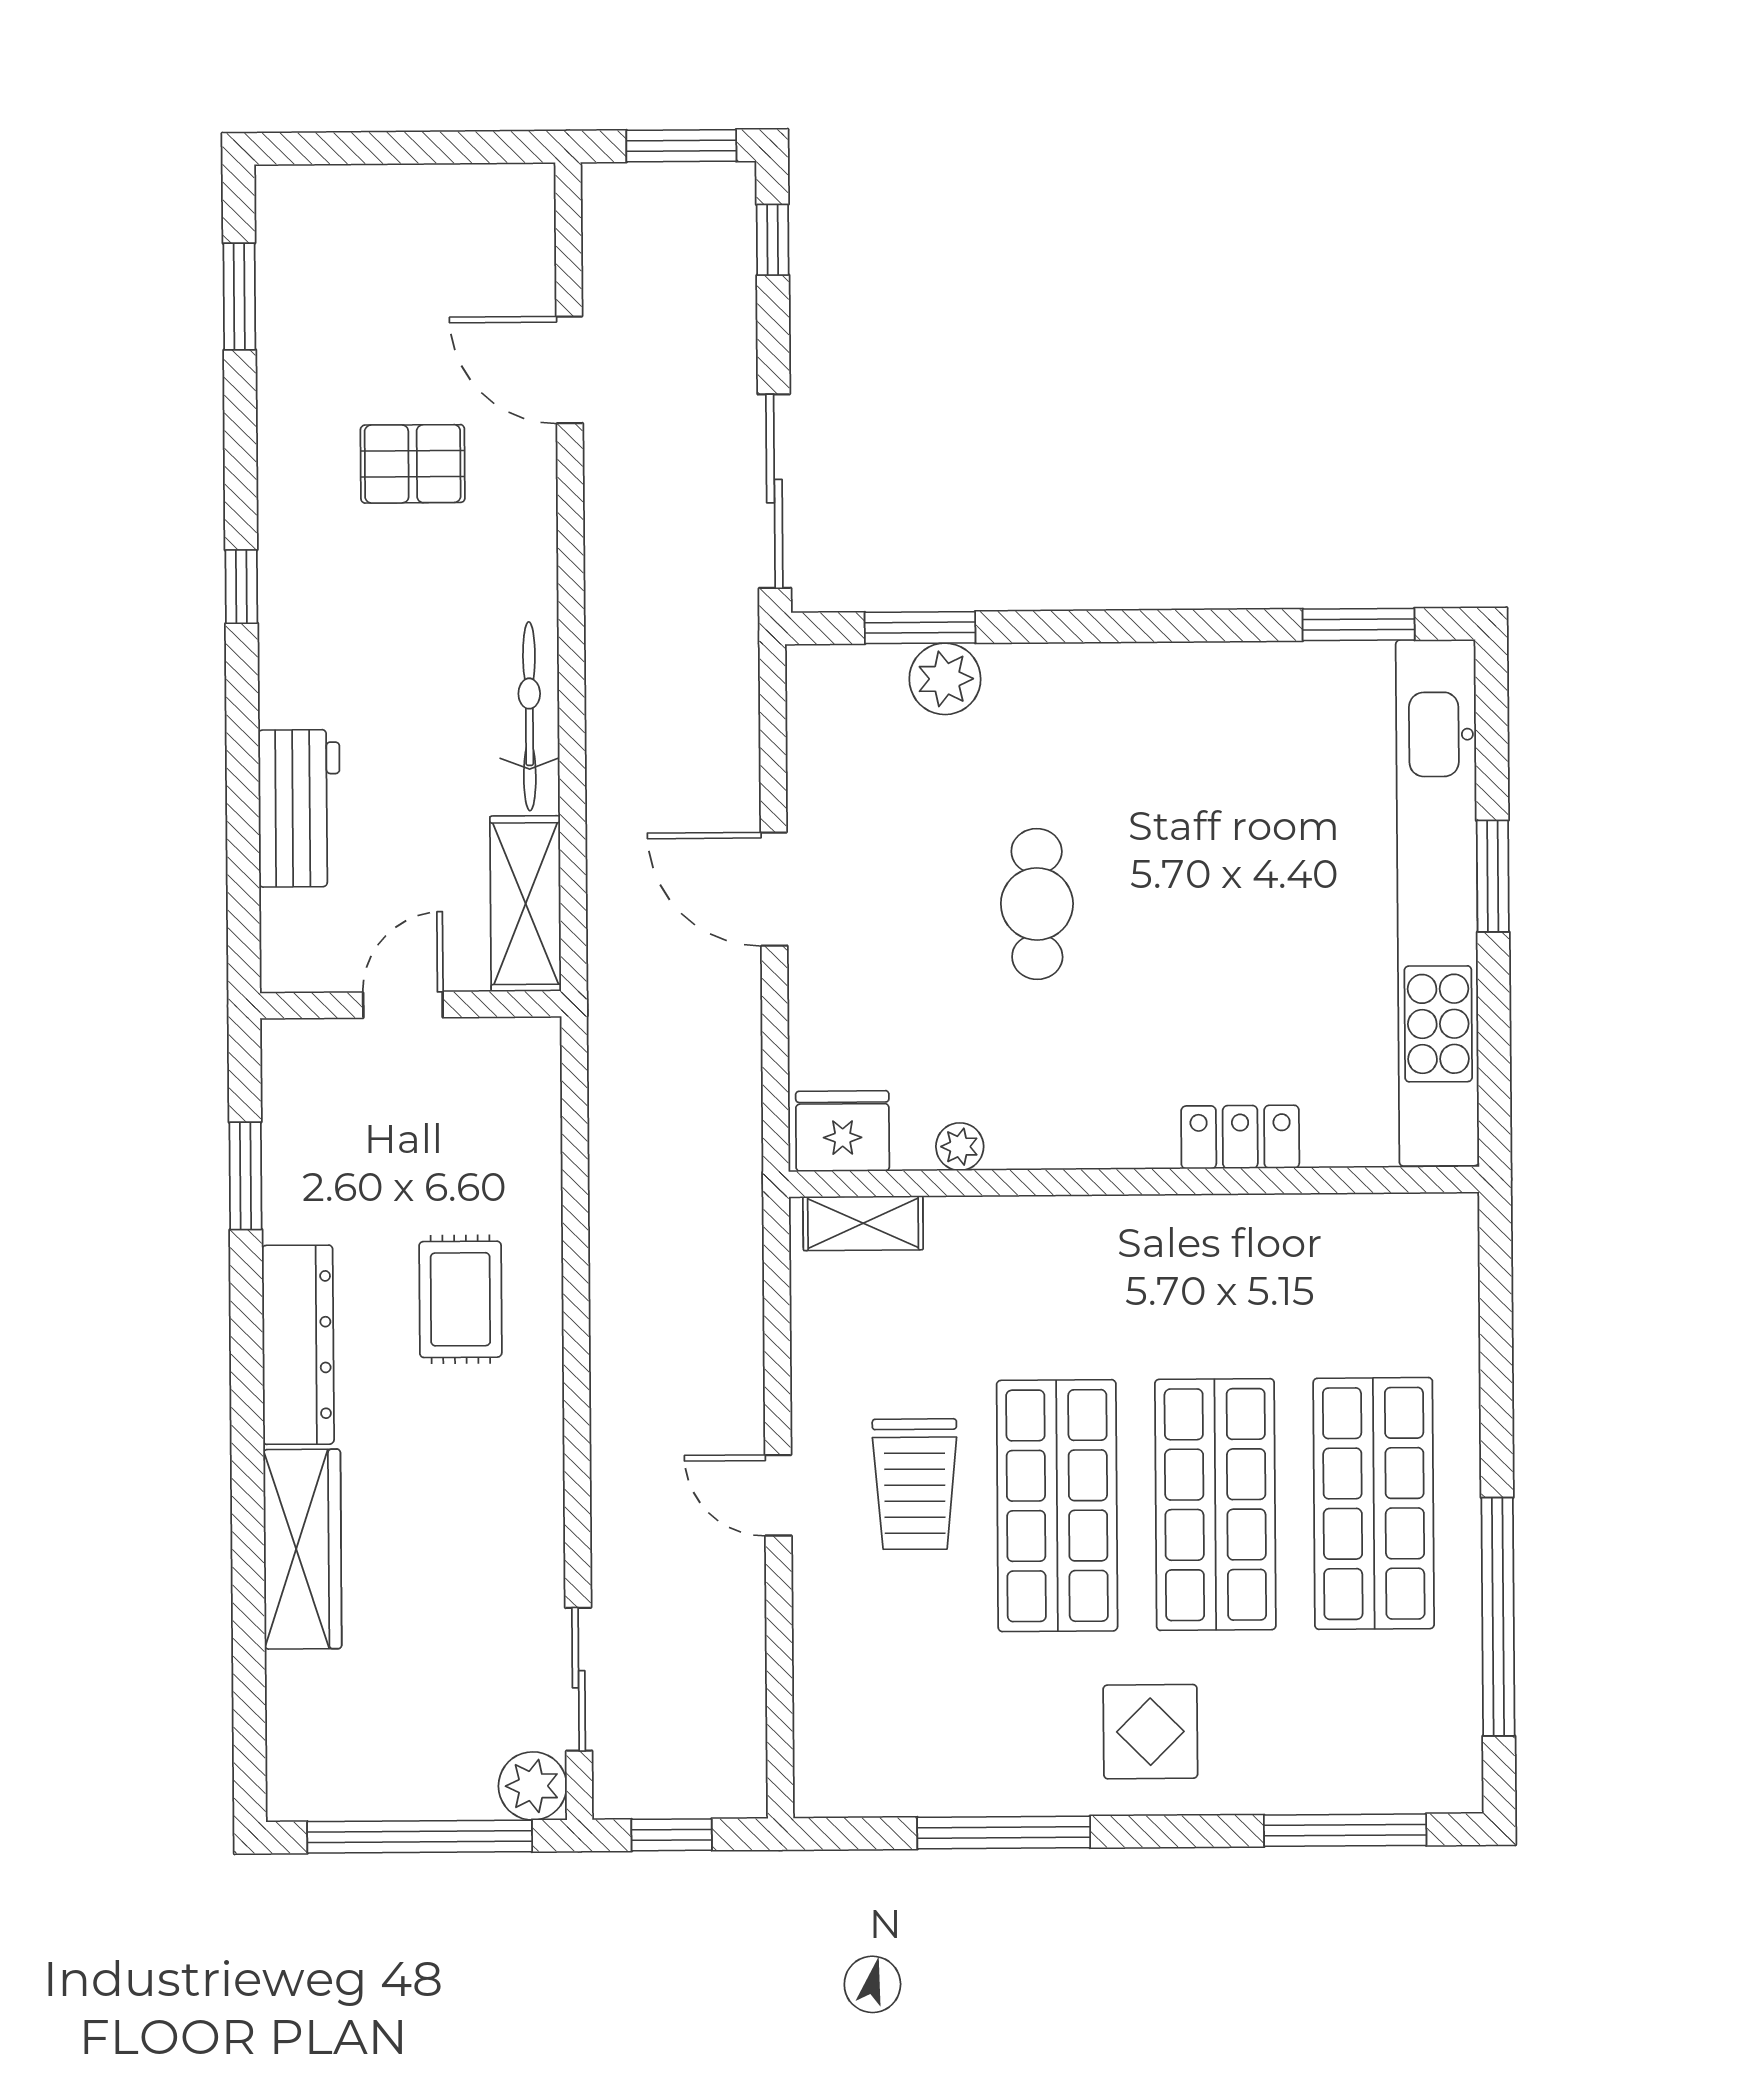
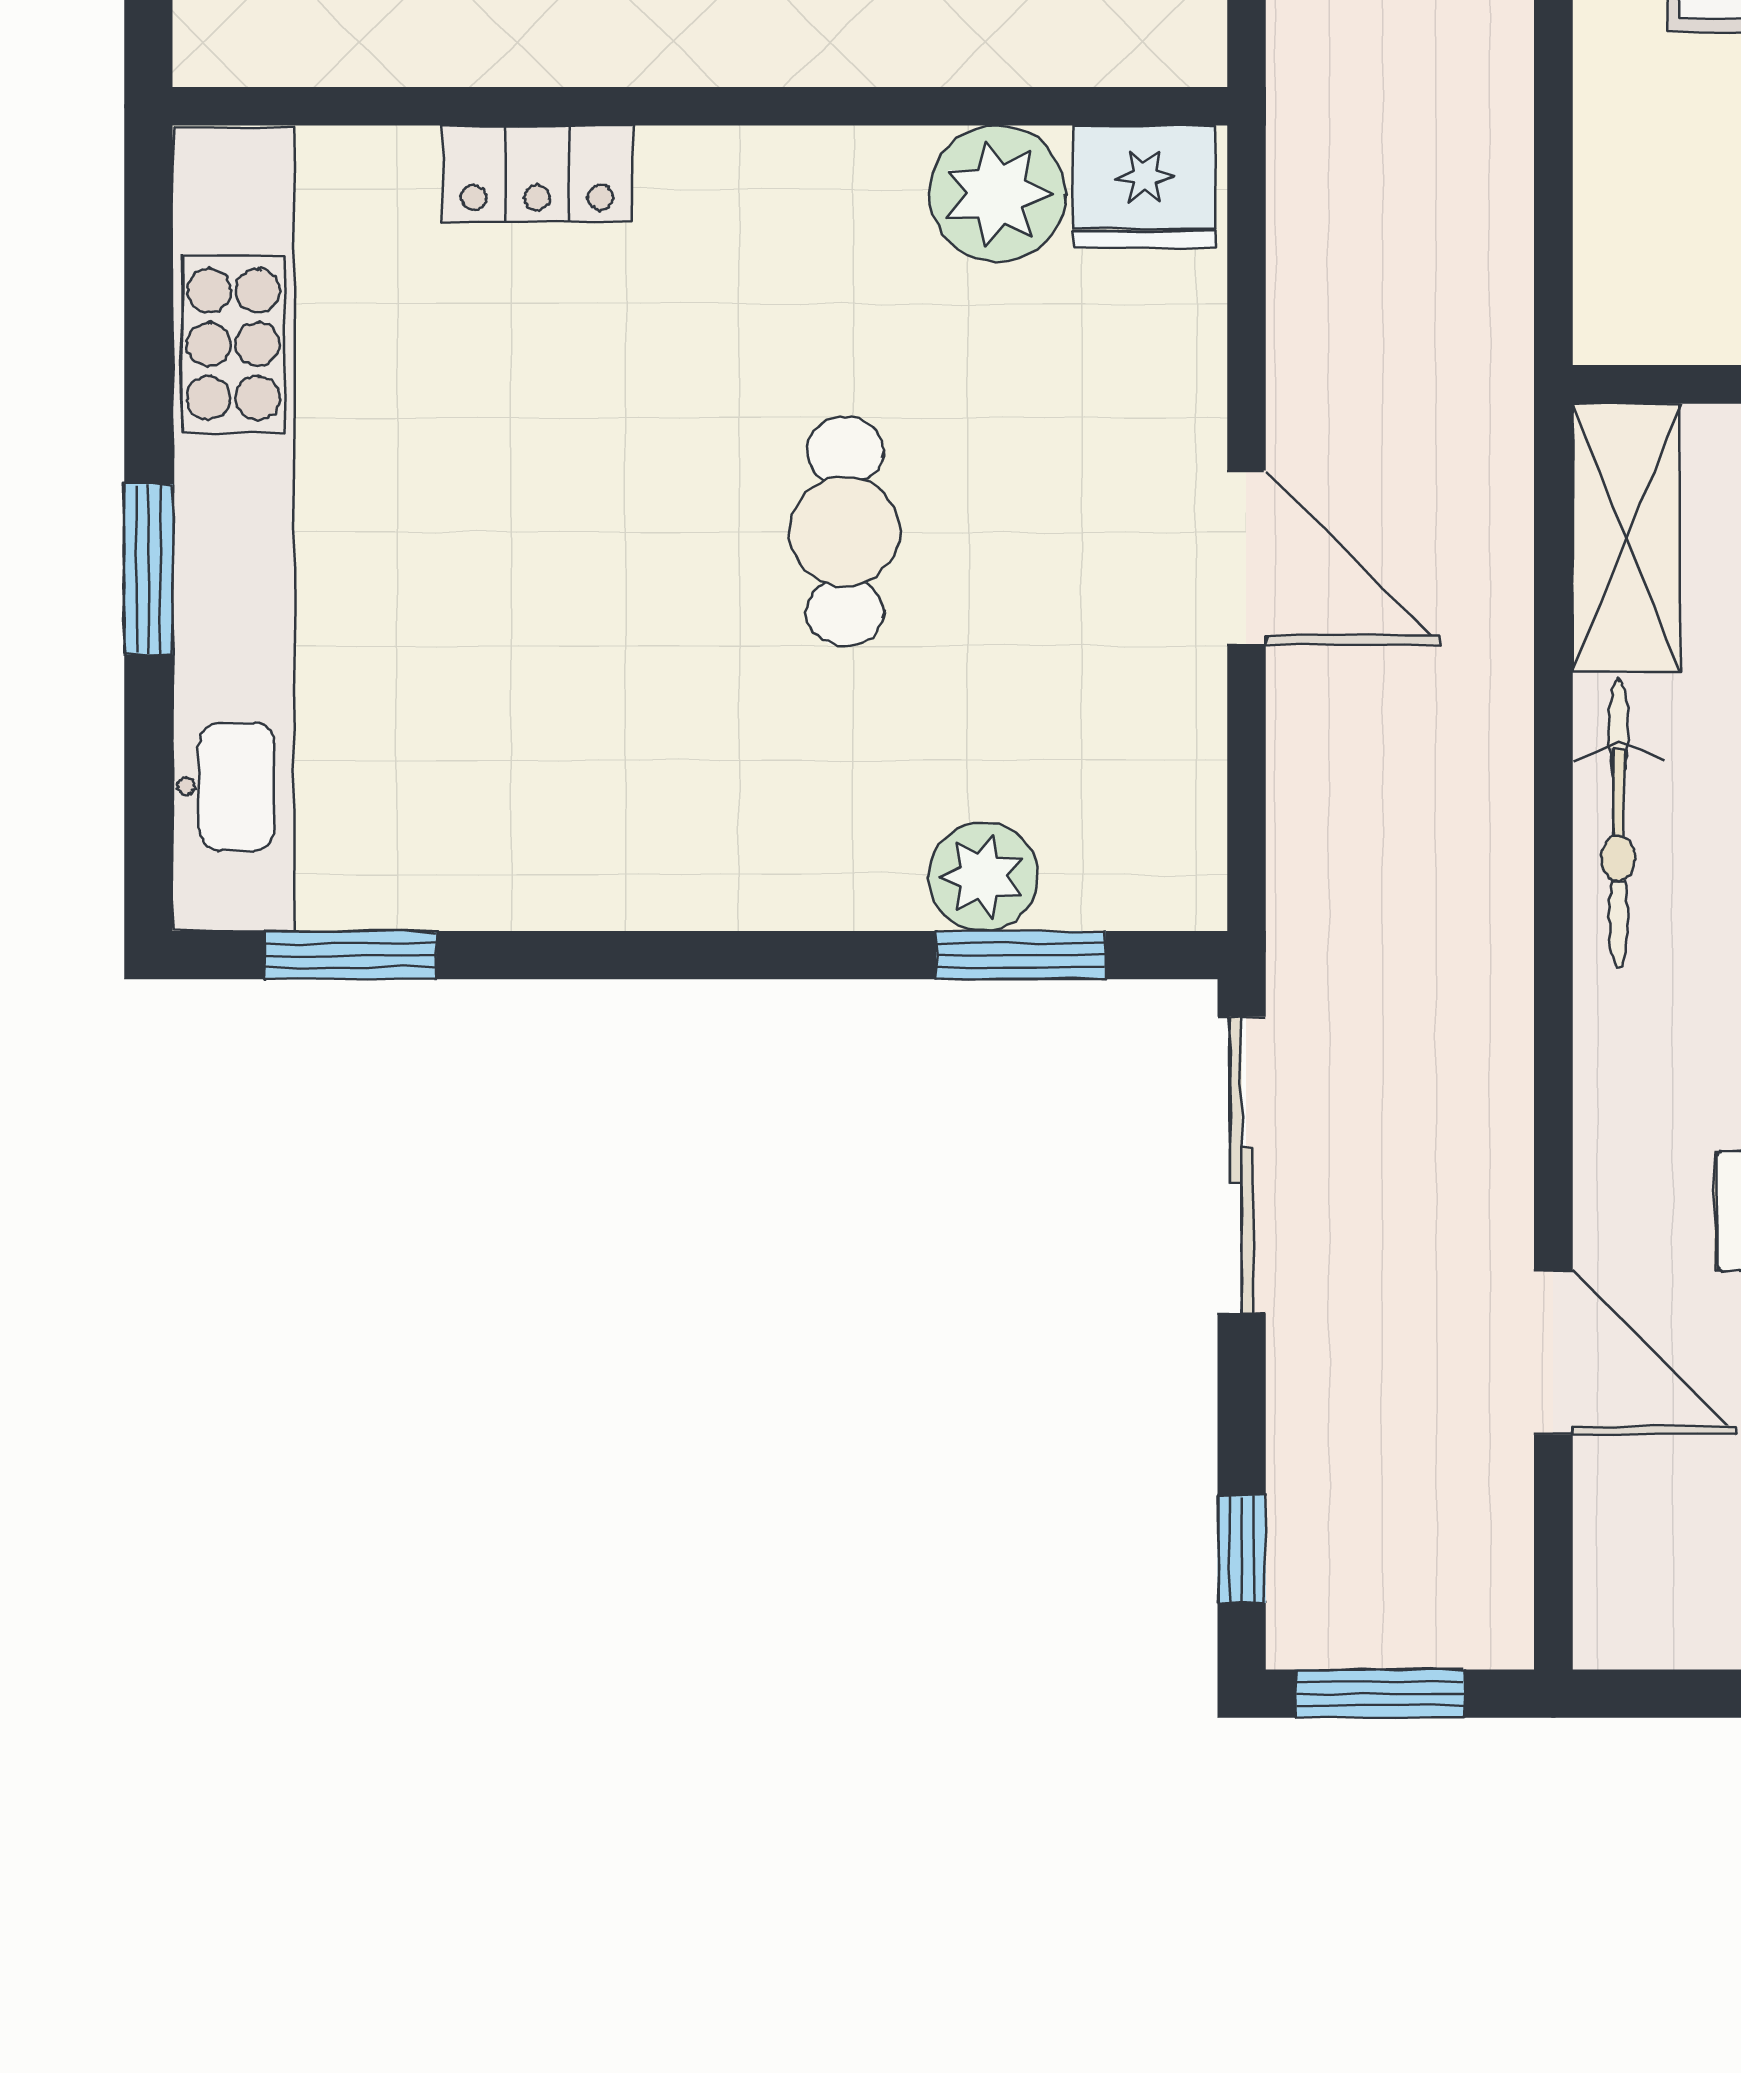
plant: (960, 1147) -> (997, 194), width x1.88, depth x1.88
shelving: (863, 1223) -> (1114, 46), removed

